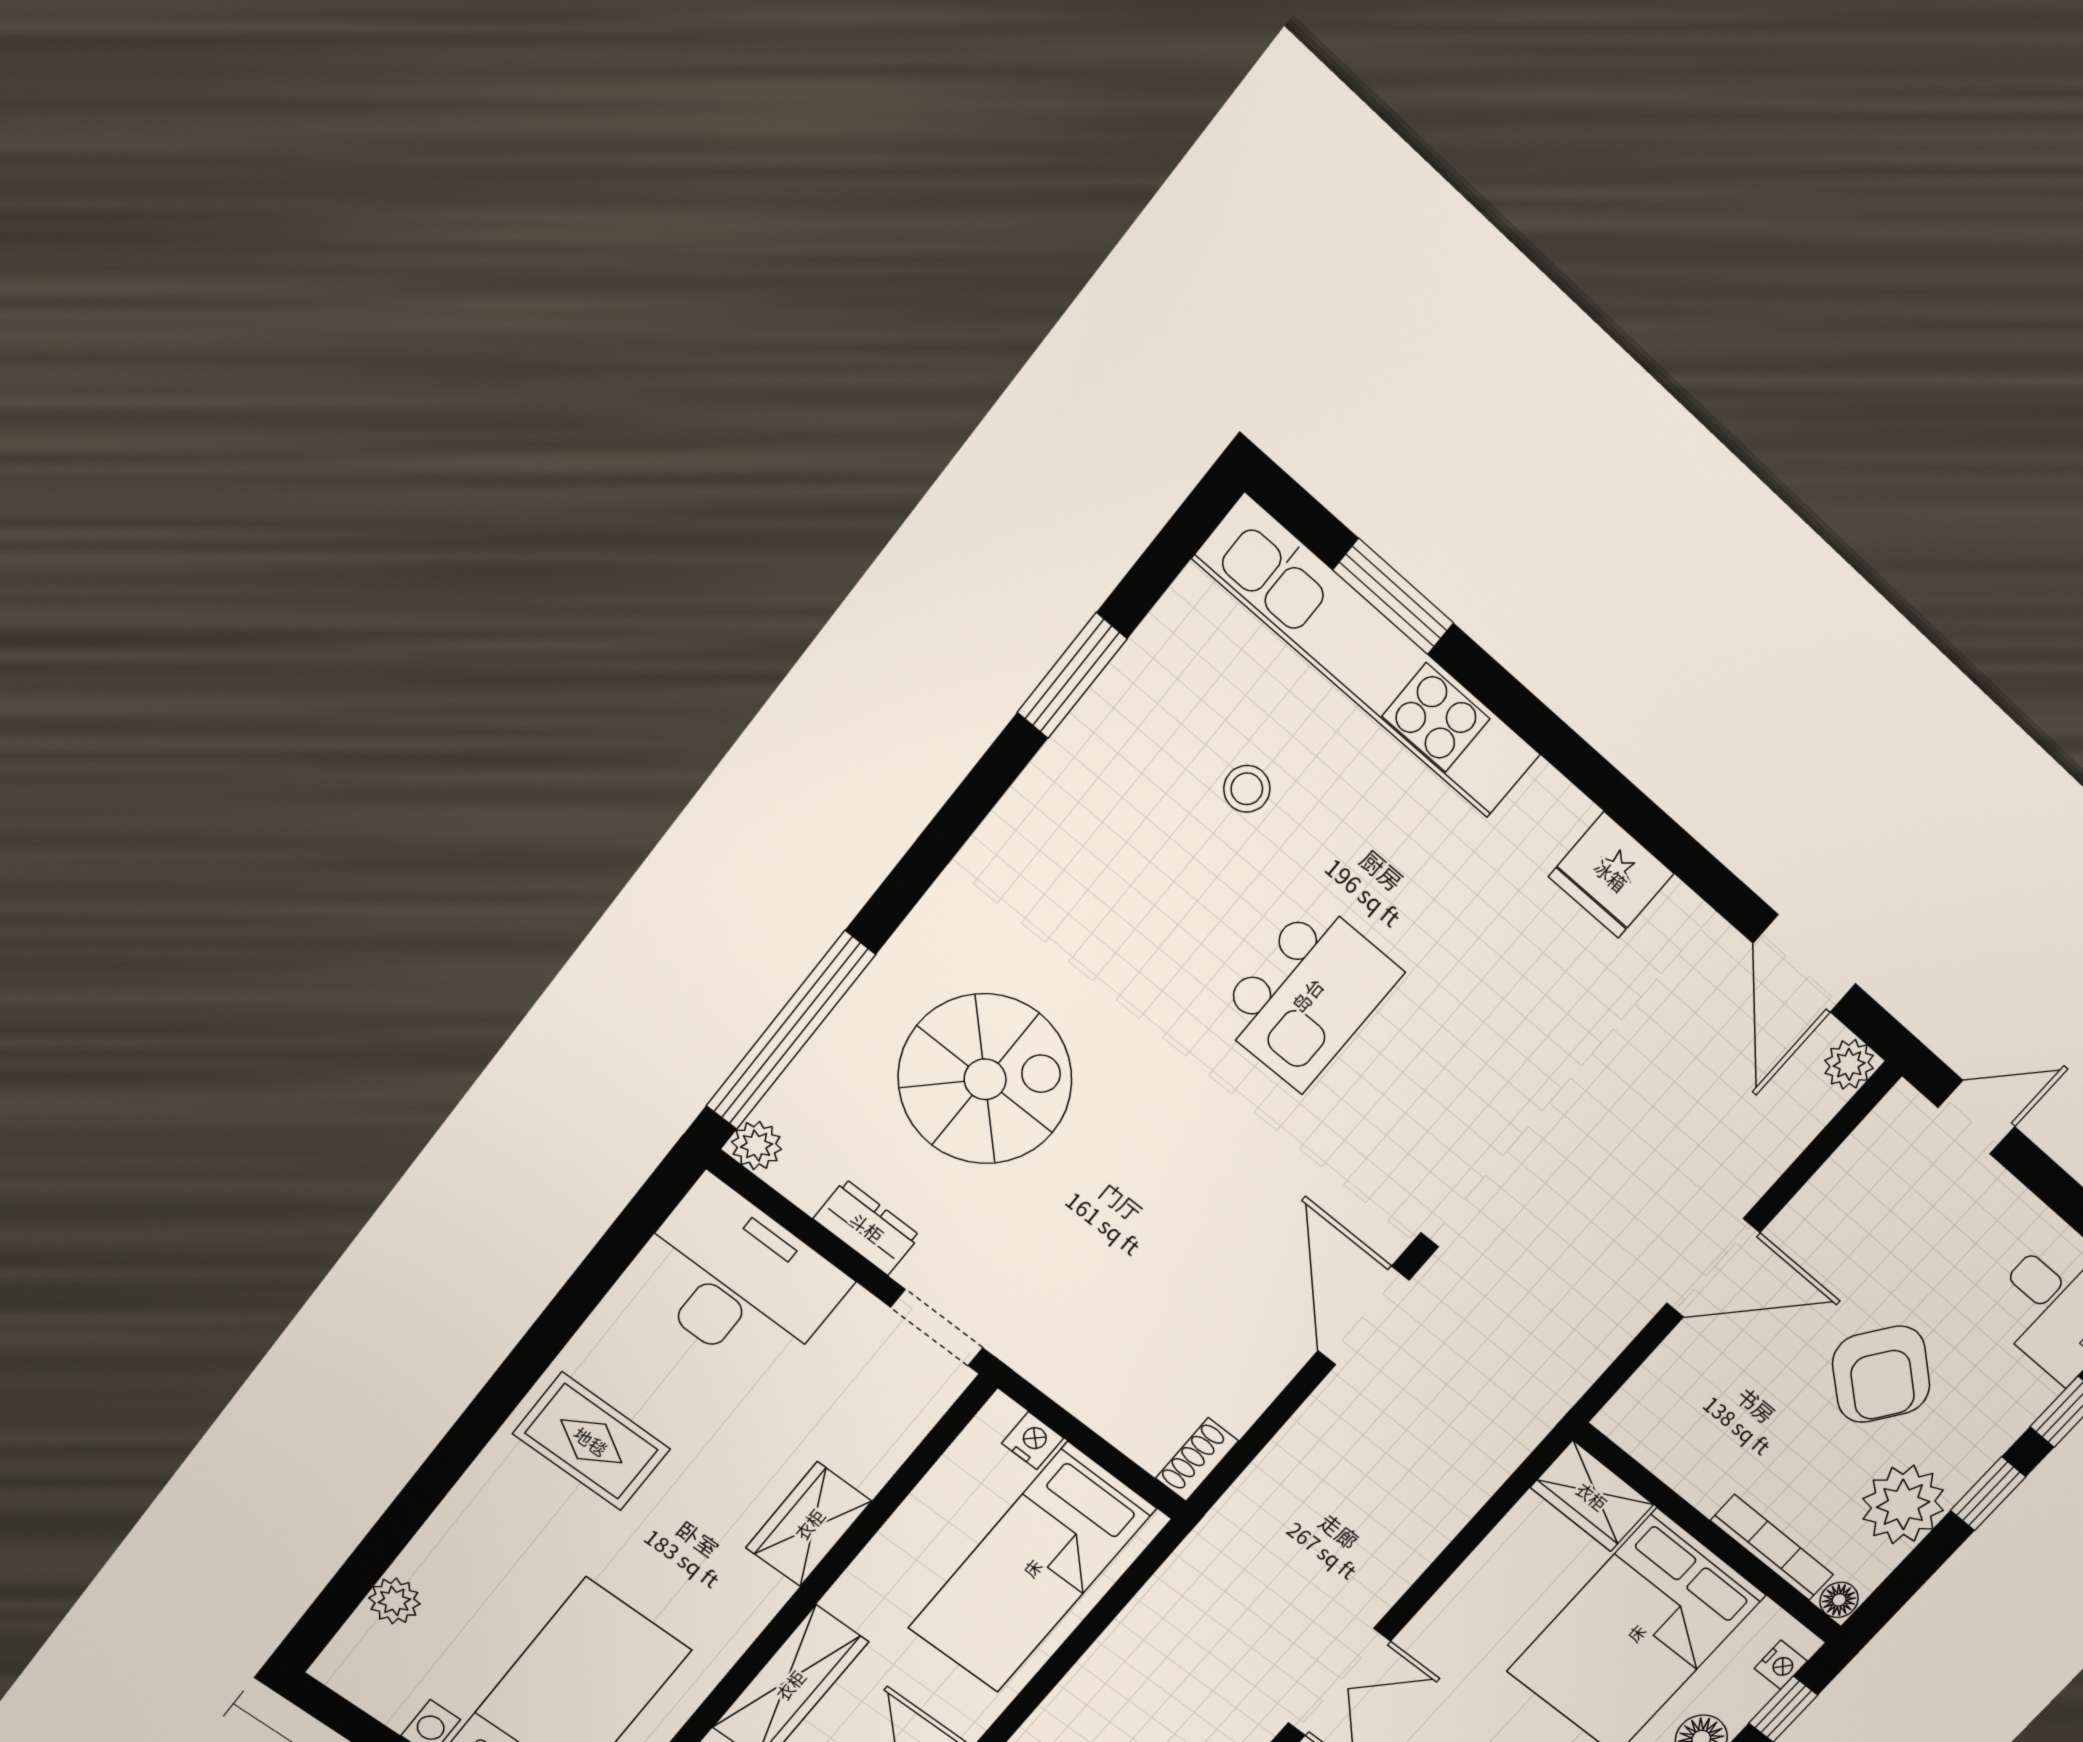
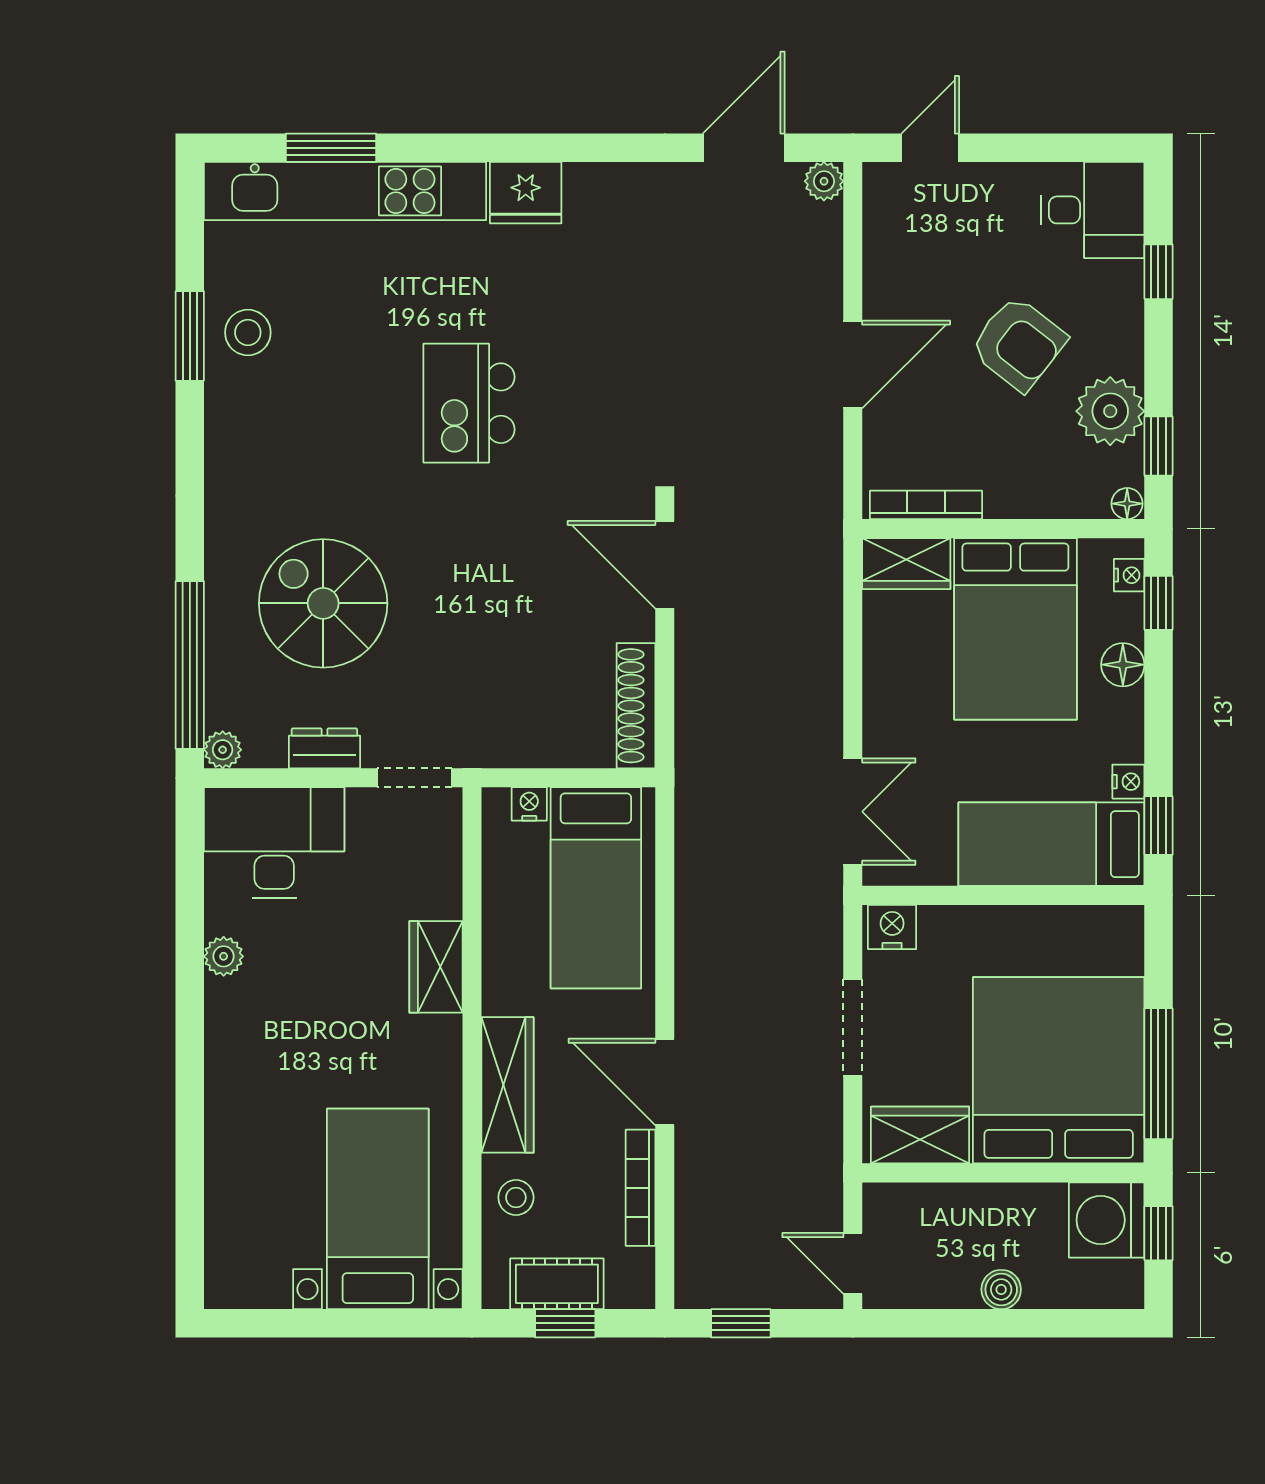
stool: (1247, 789) -> (248, 332), moved, width x1.37, depth x1.37
fridge: (1611, 875) -> (526, 193), moved
door: (1804, 964) -> (744, 148), swing flipped
kitchen island: (1307, 995) -> (469, 403), turned 180
spiral stairs: (985, 1079) -> (323, 603), turned -90
rug: (591, 1441) -> (265, 1015), removed
shoe rack: (1197, 1460) -> (636, 706), width x1.94, depth x1.24
window: (1988, 1494) -> (1158, 446), moved
bookcase: (1772, 1548) -> (926, 505), moved
plant: (394, 1601) -> (224, 956), moved

